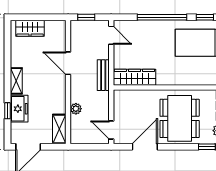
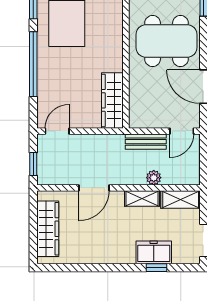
wardrobe: (30, 28) -> (48, 229), width x1.50
bench: (103, 75) -> (146, 142), moved
shelving: (16, 81) -> (142, 198), moved

